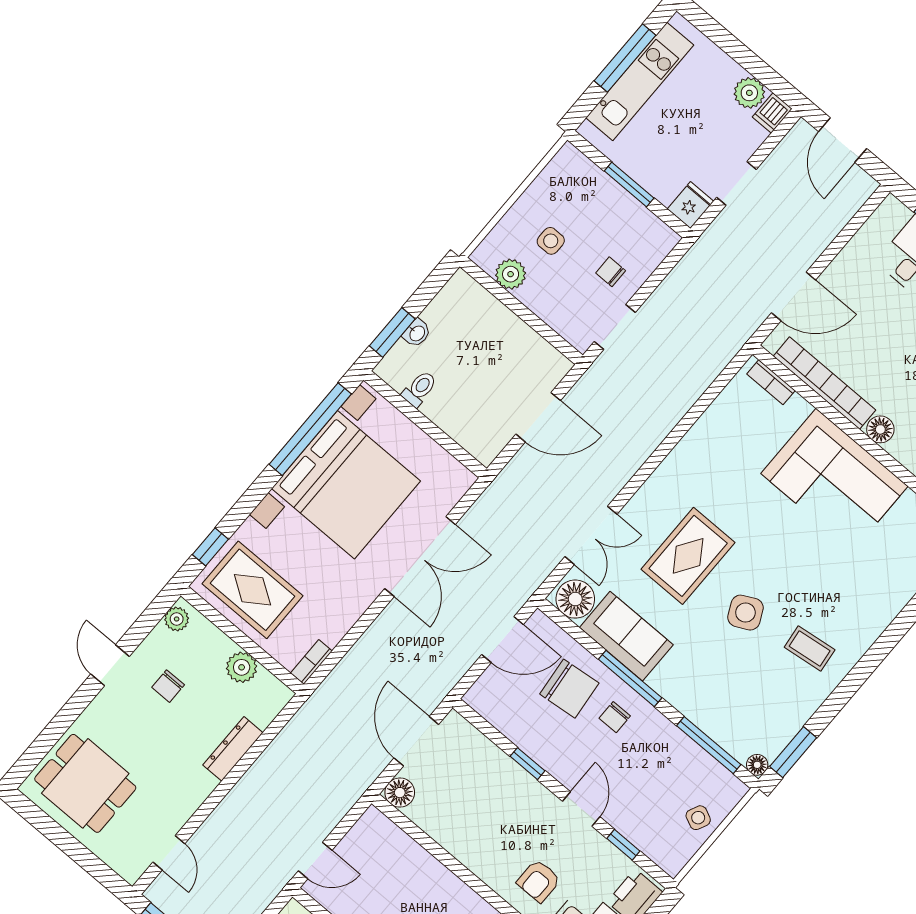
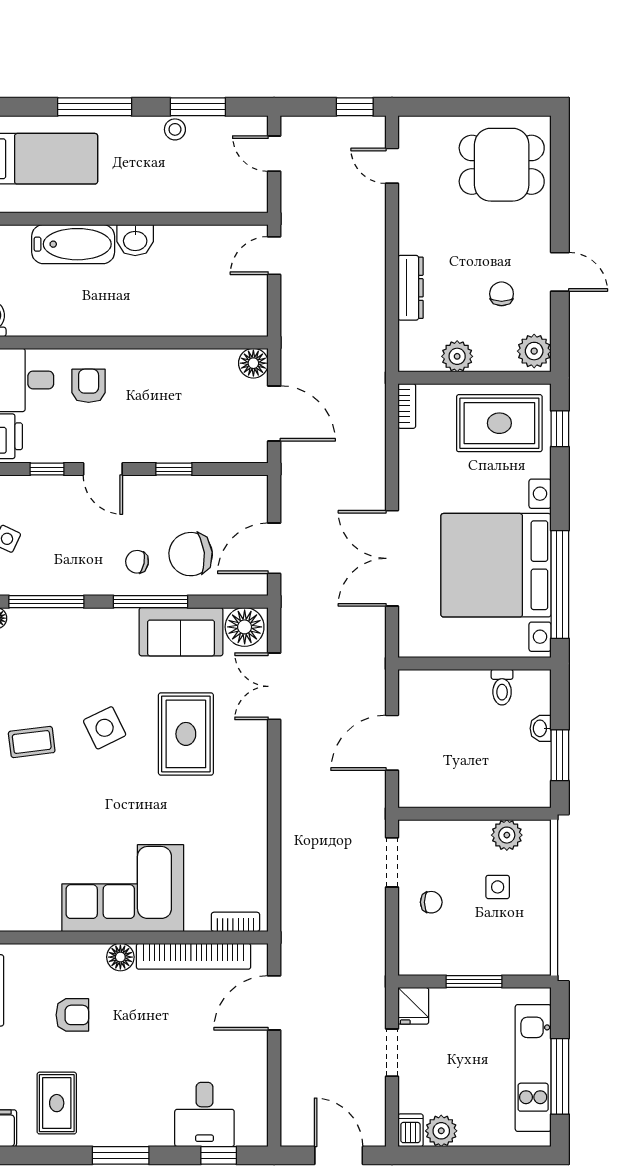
window: (392, 332) -> (560, 755), moved
plant: (177, 619) -> (534, 351), width x1.38, depth x1.38
chair: (615, 717) -> (137, 562), turned -79

